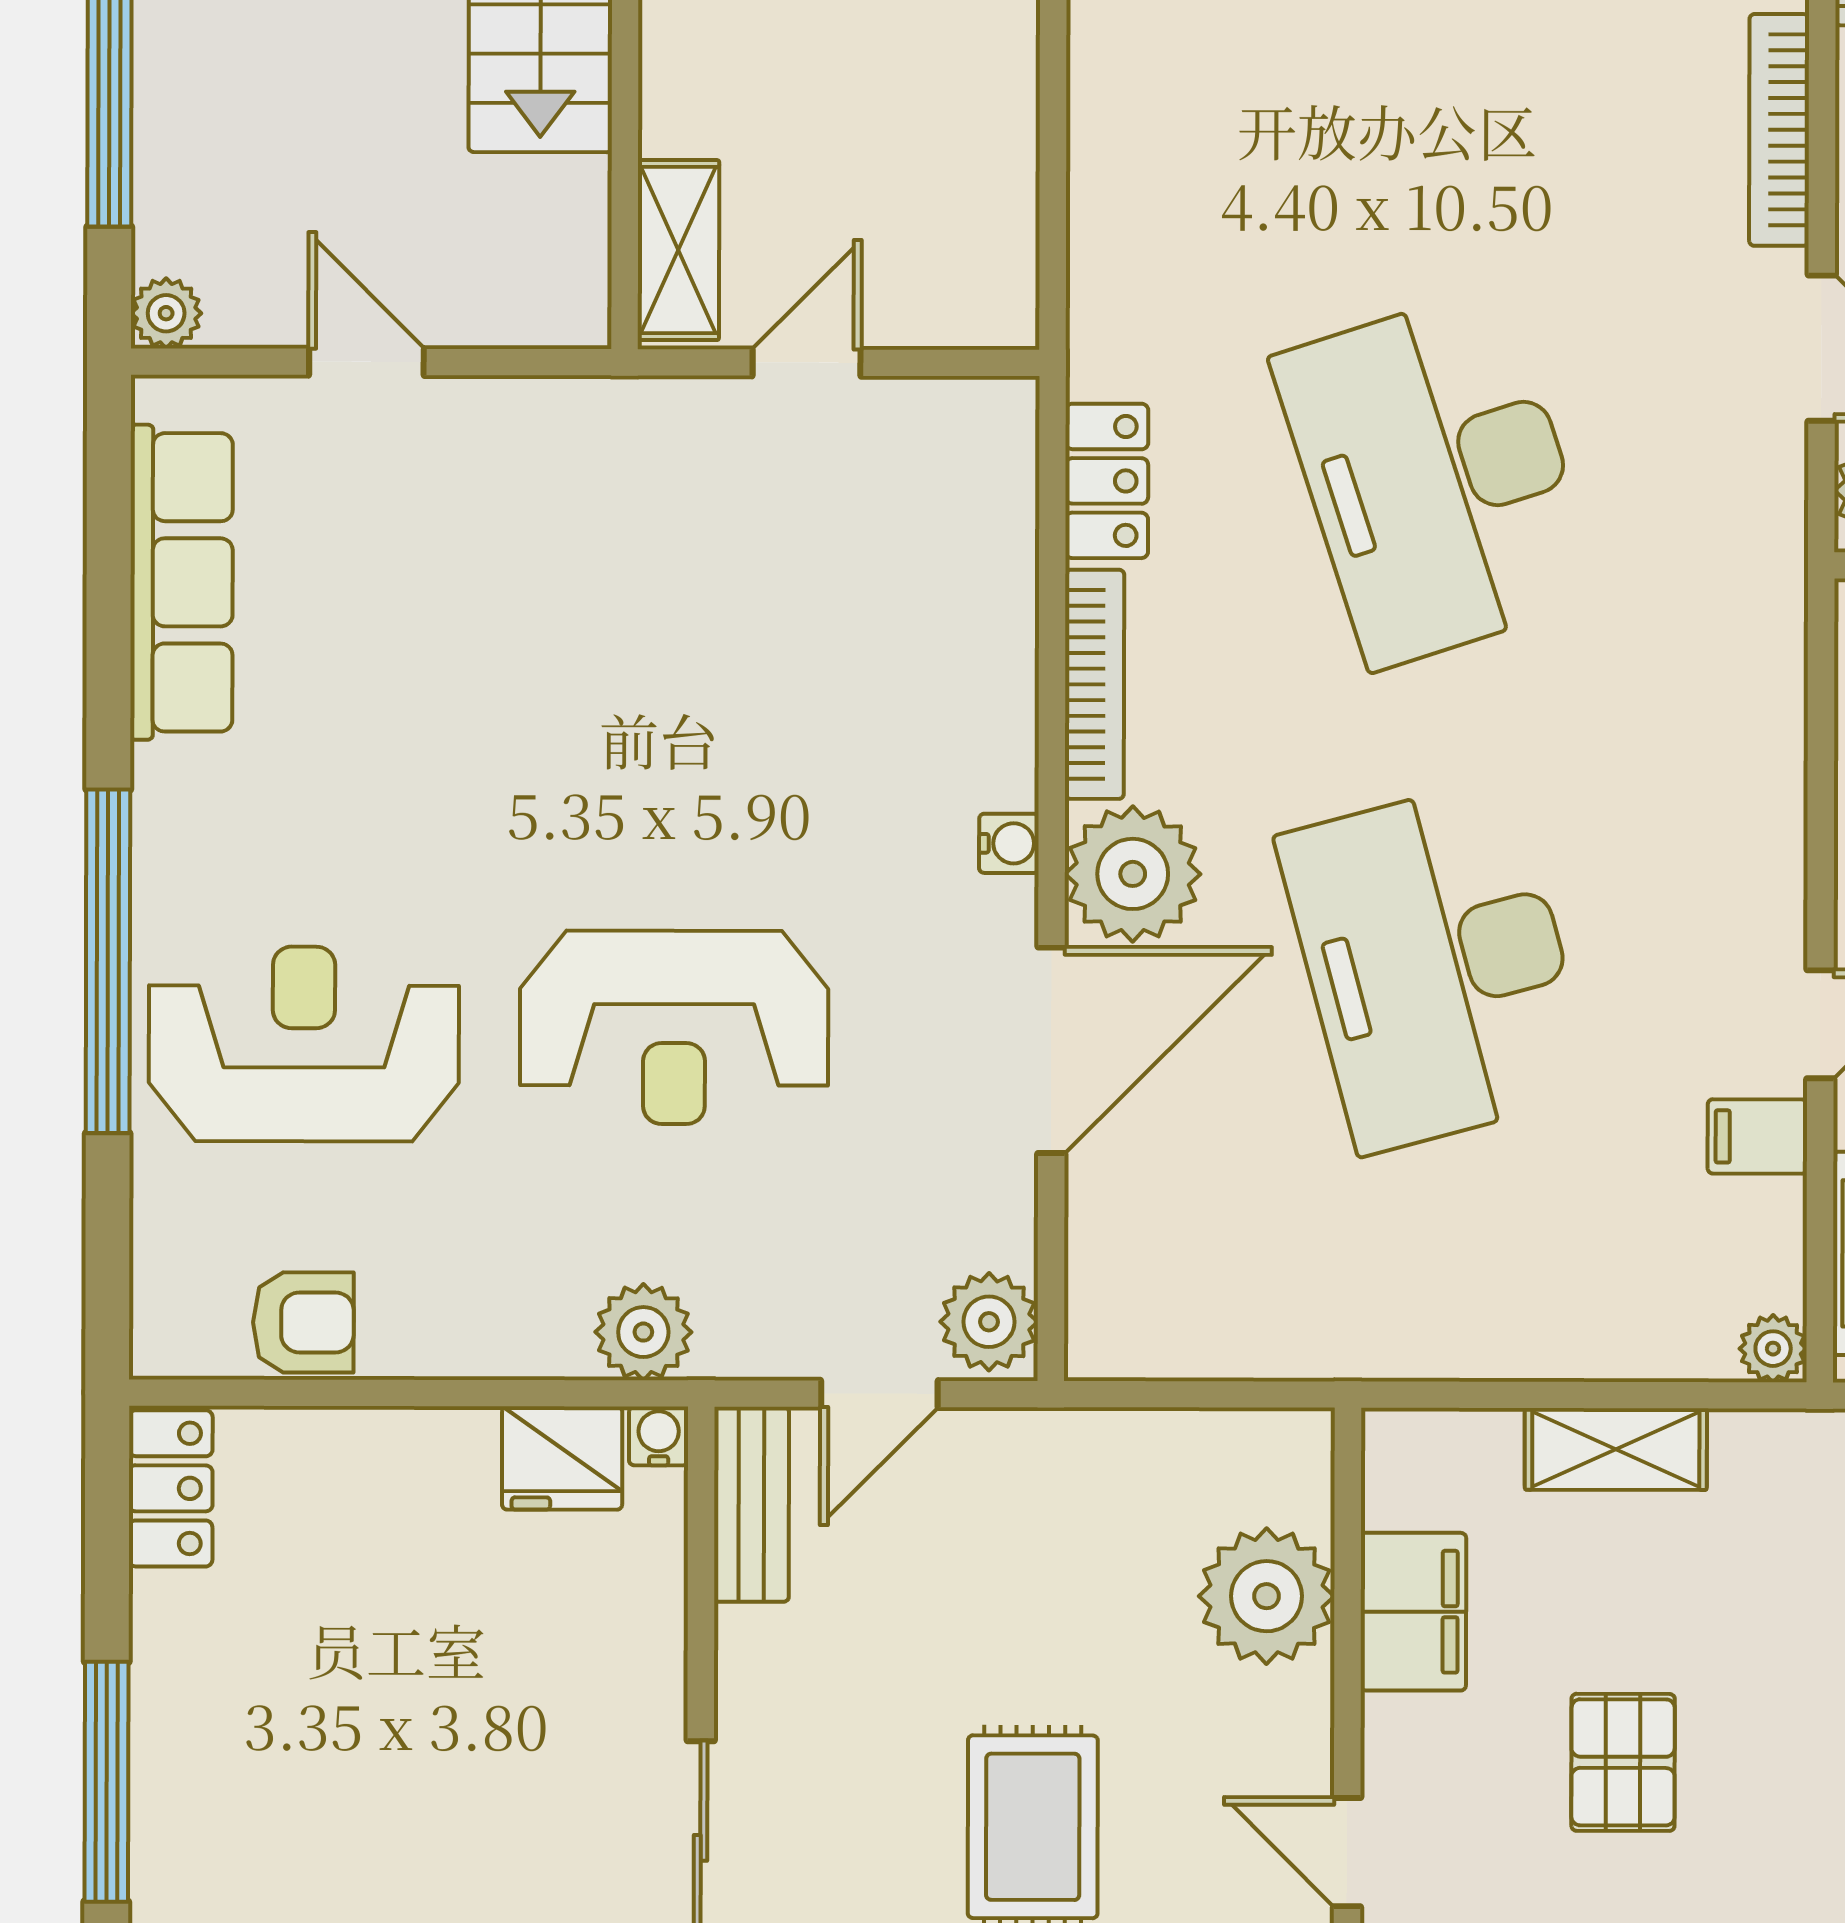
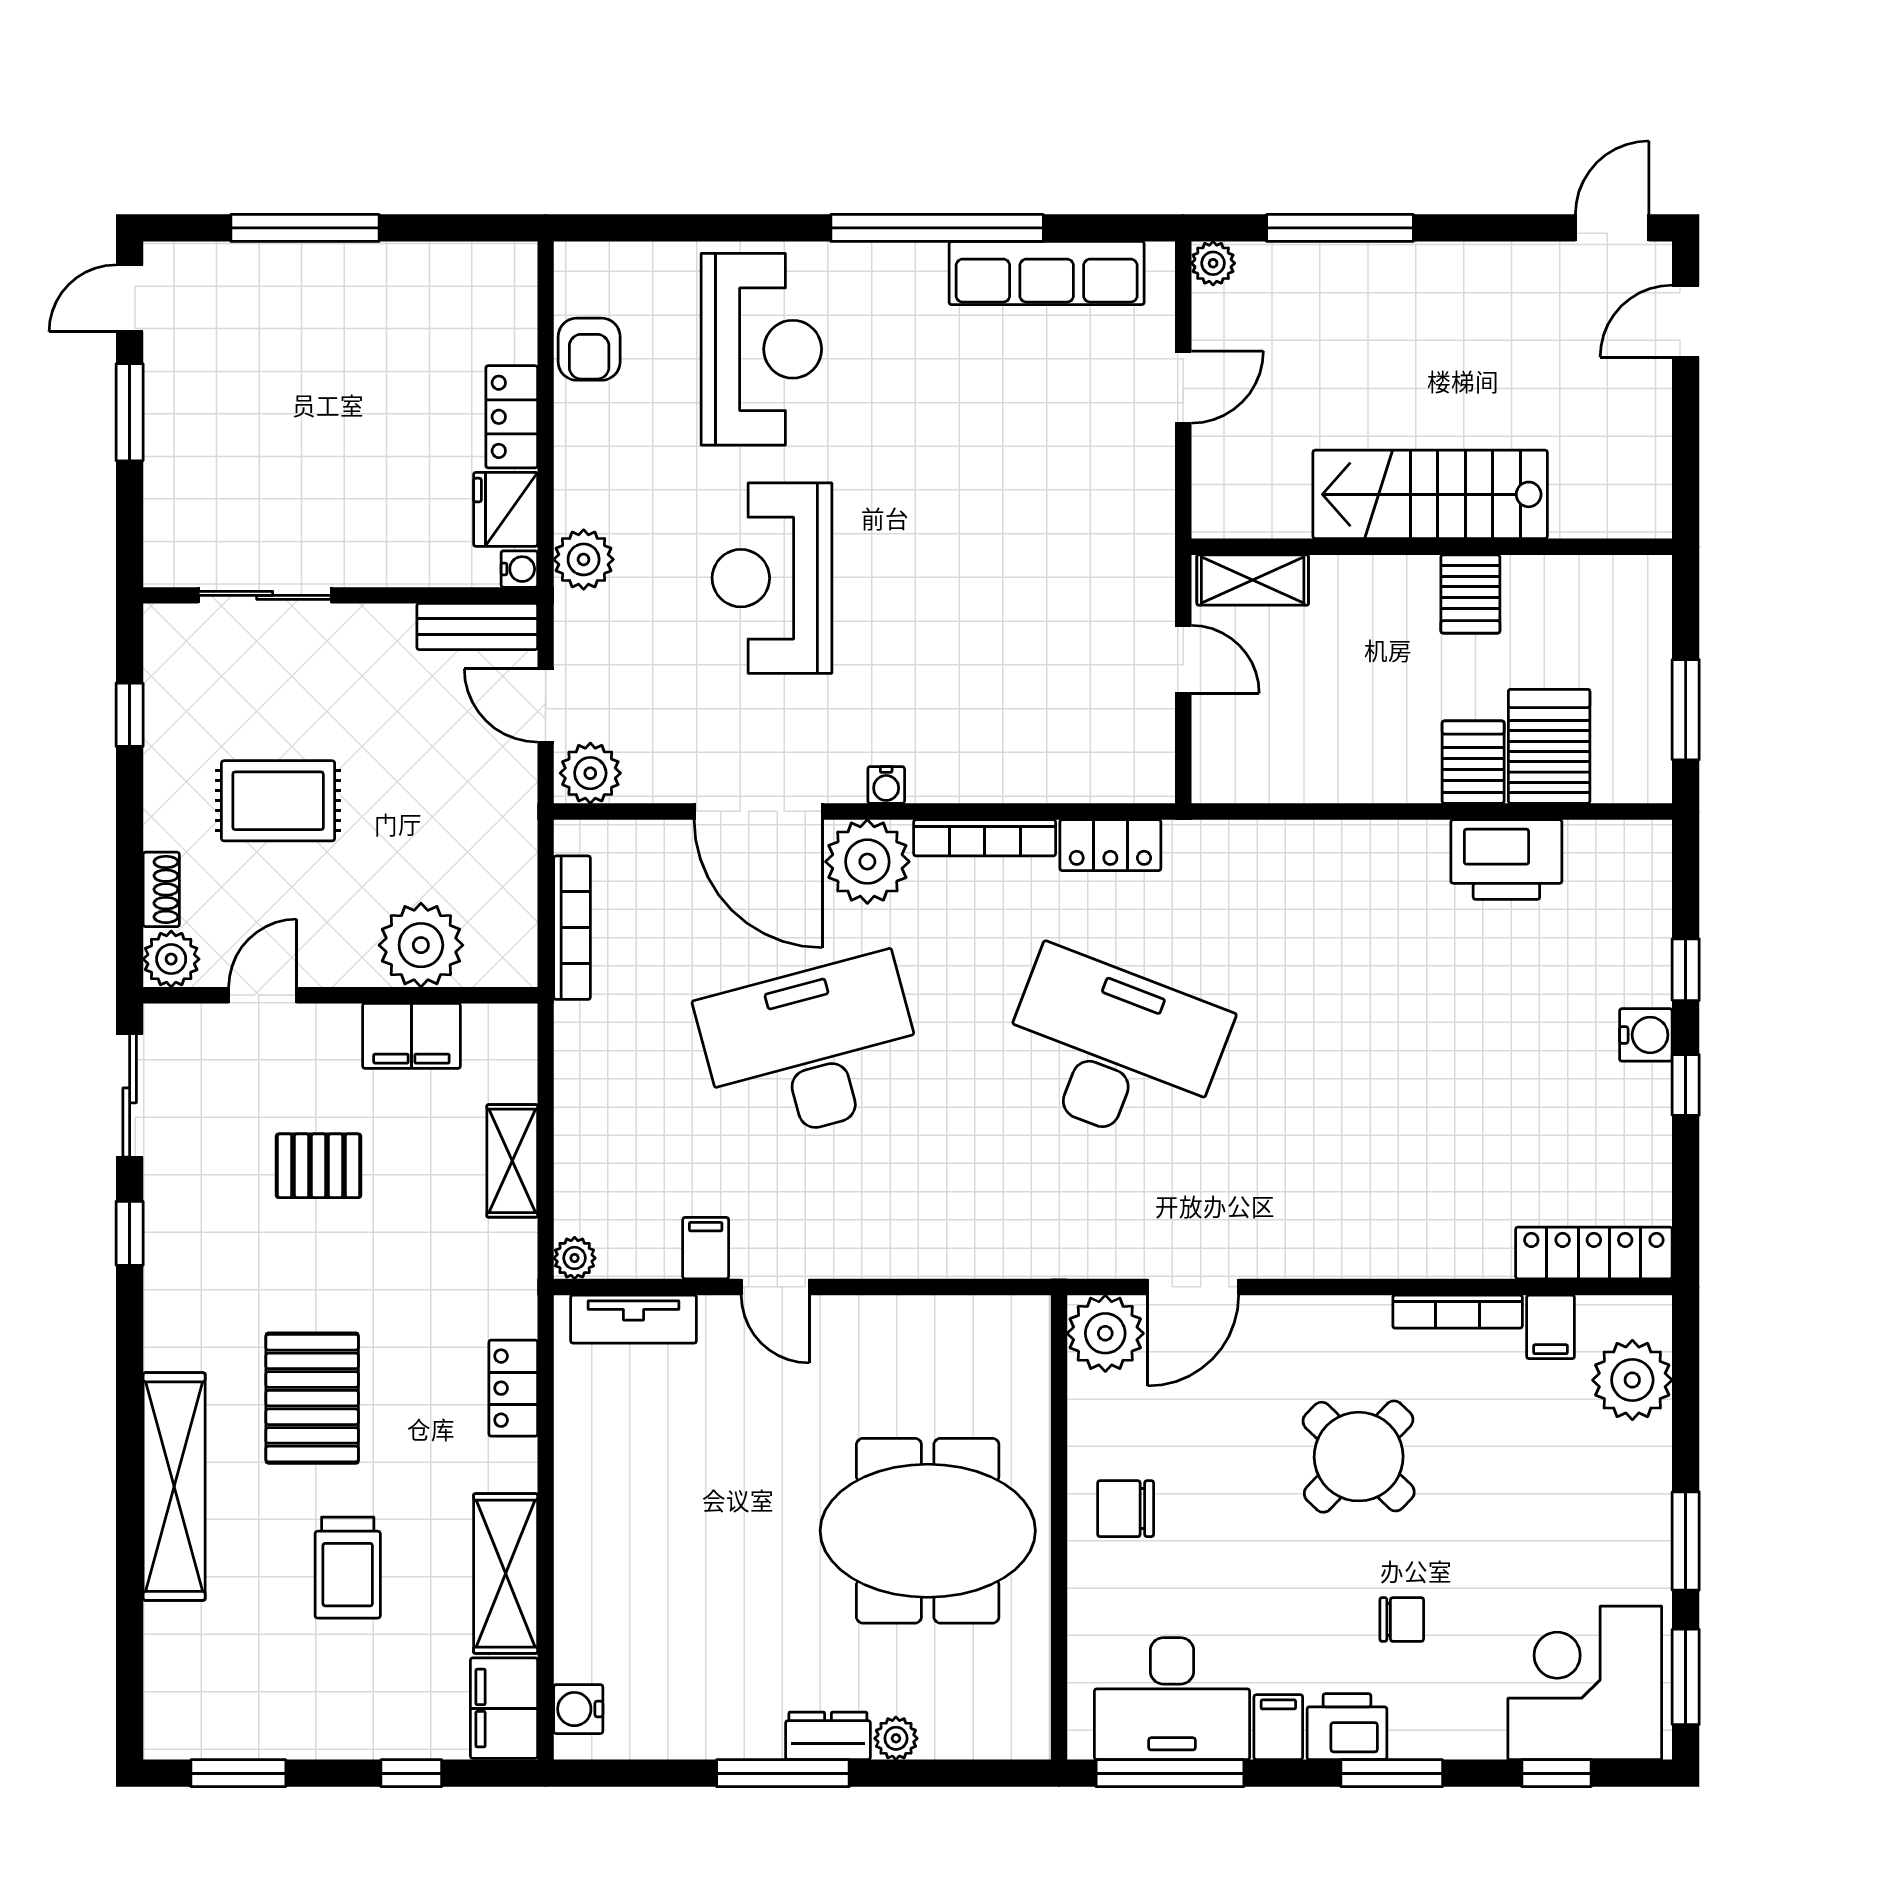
bookcase: (1779, 130) -> (572, 928), moved, turned 90
desk: (1437, 477) -> (1113, 1049), turned 39
window: (108, 961) -> (937, 228), moved
locker: (171, 1488) -> (512, 417), moved, turned 90

